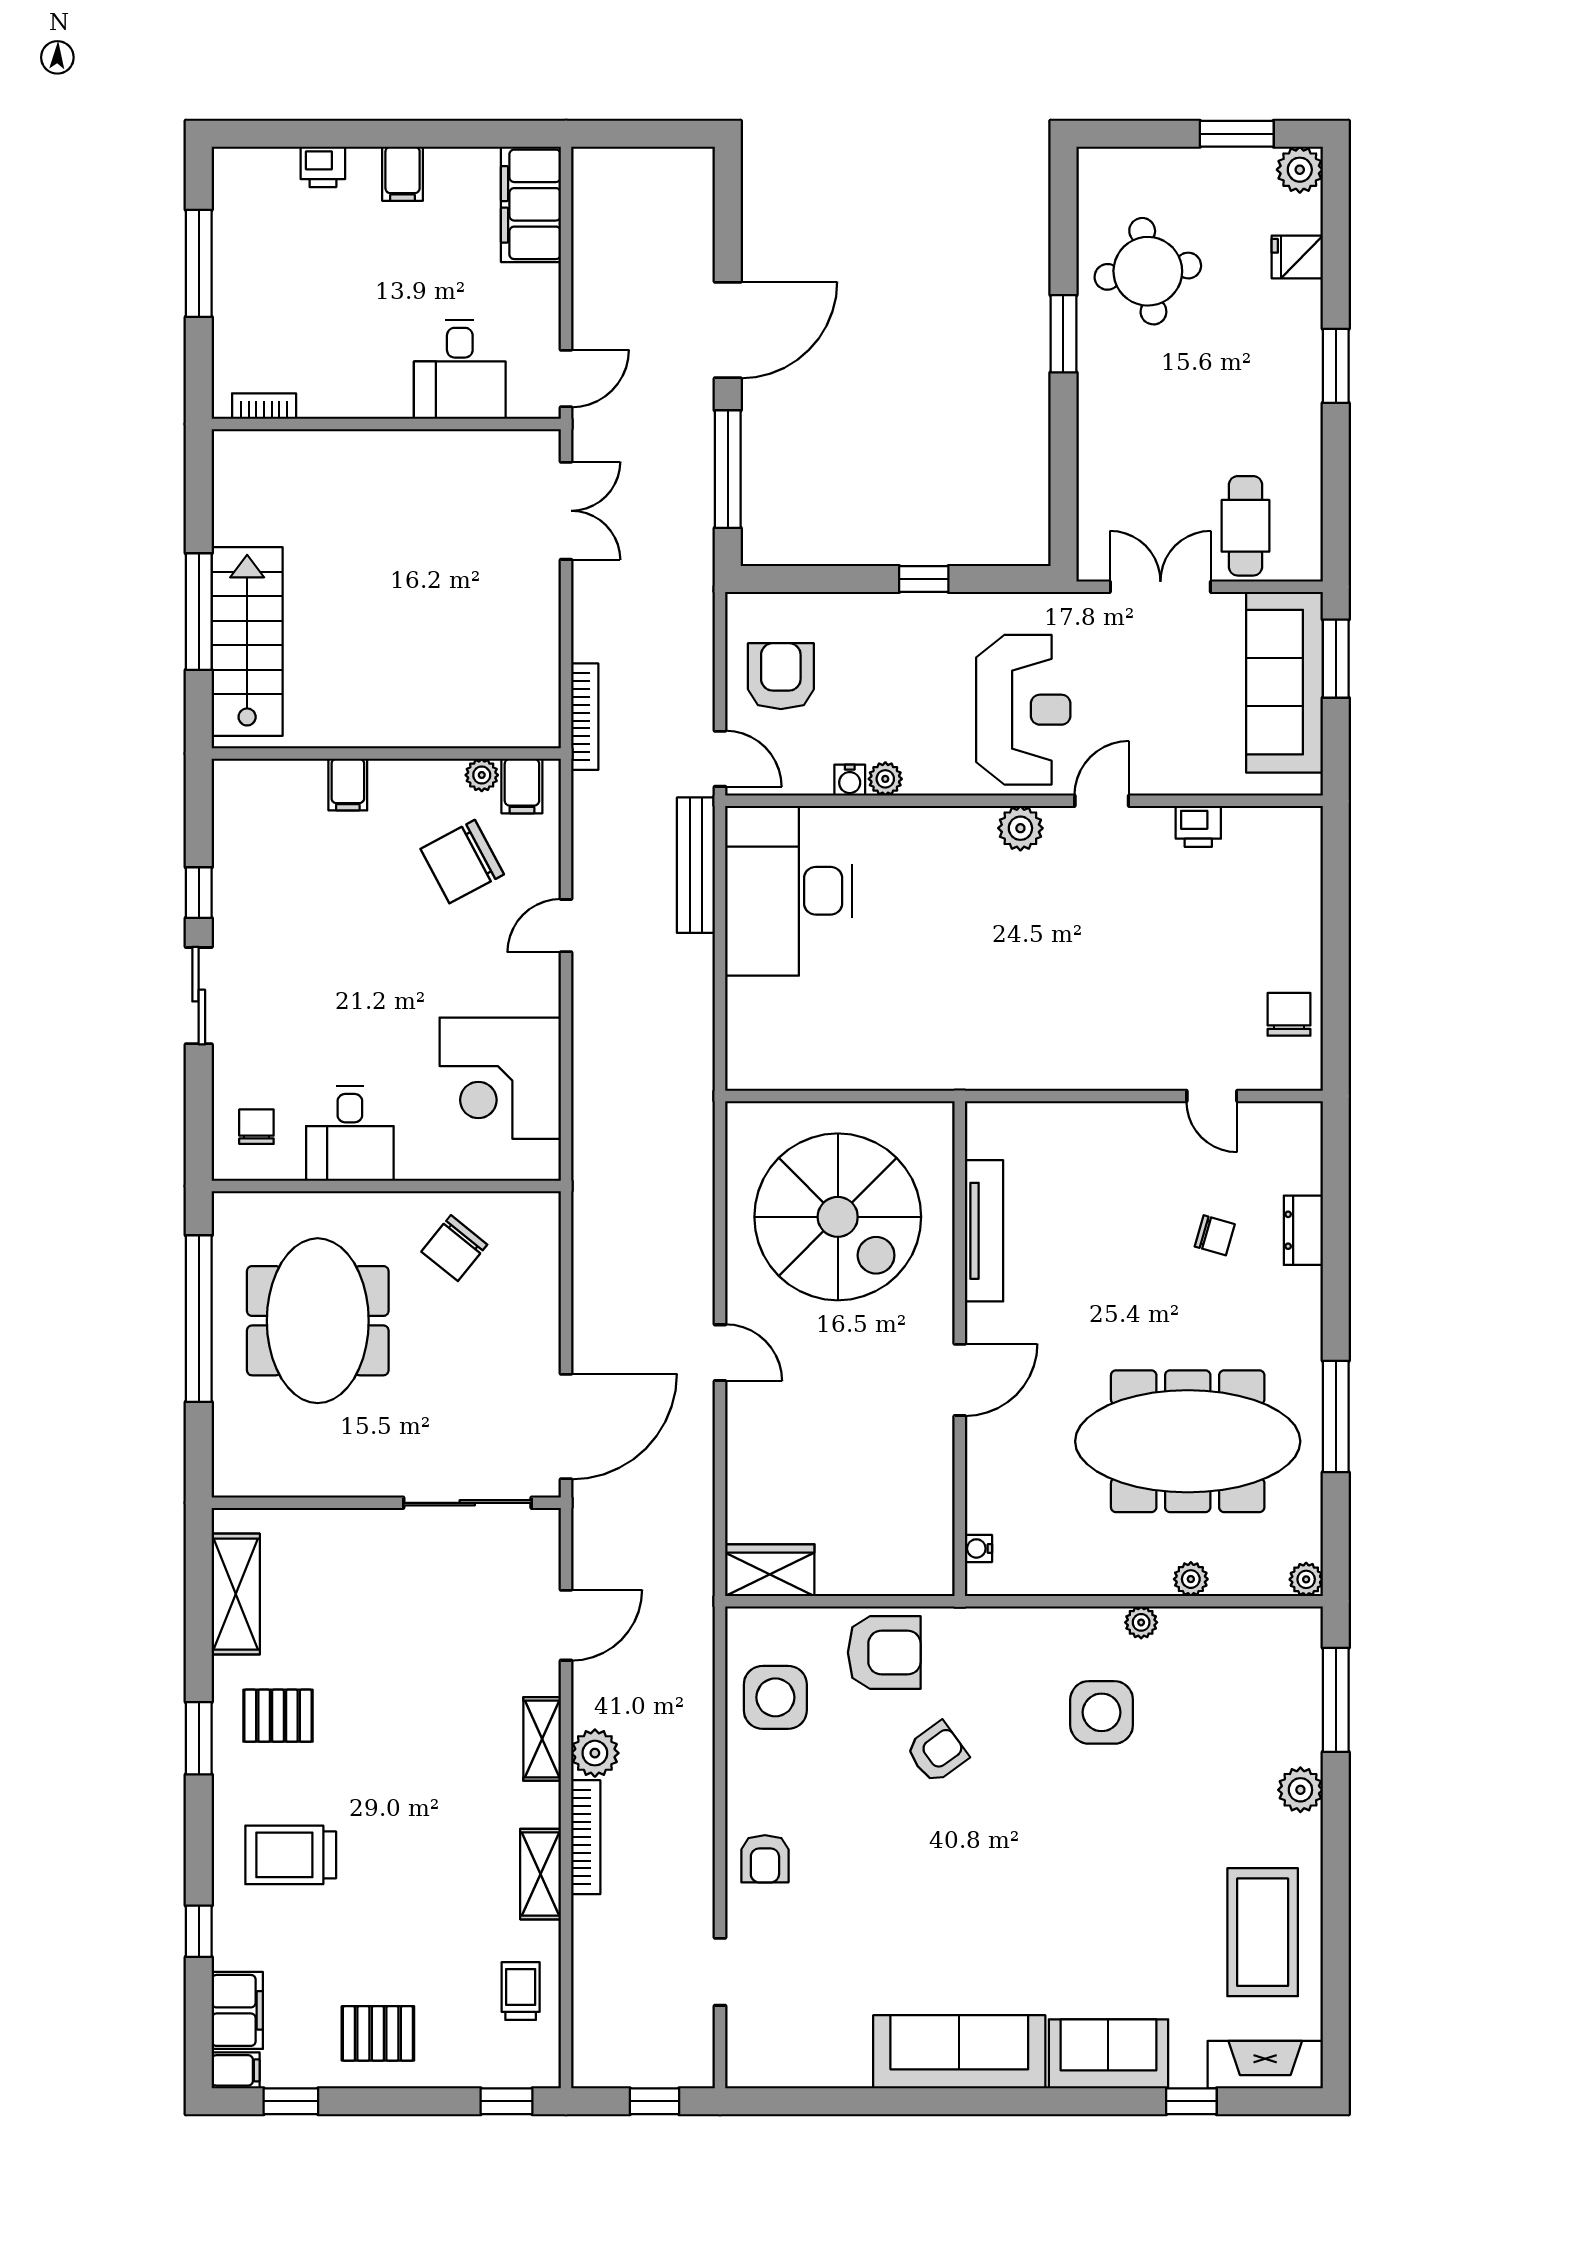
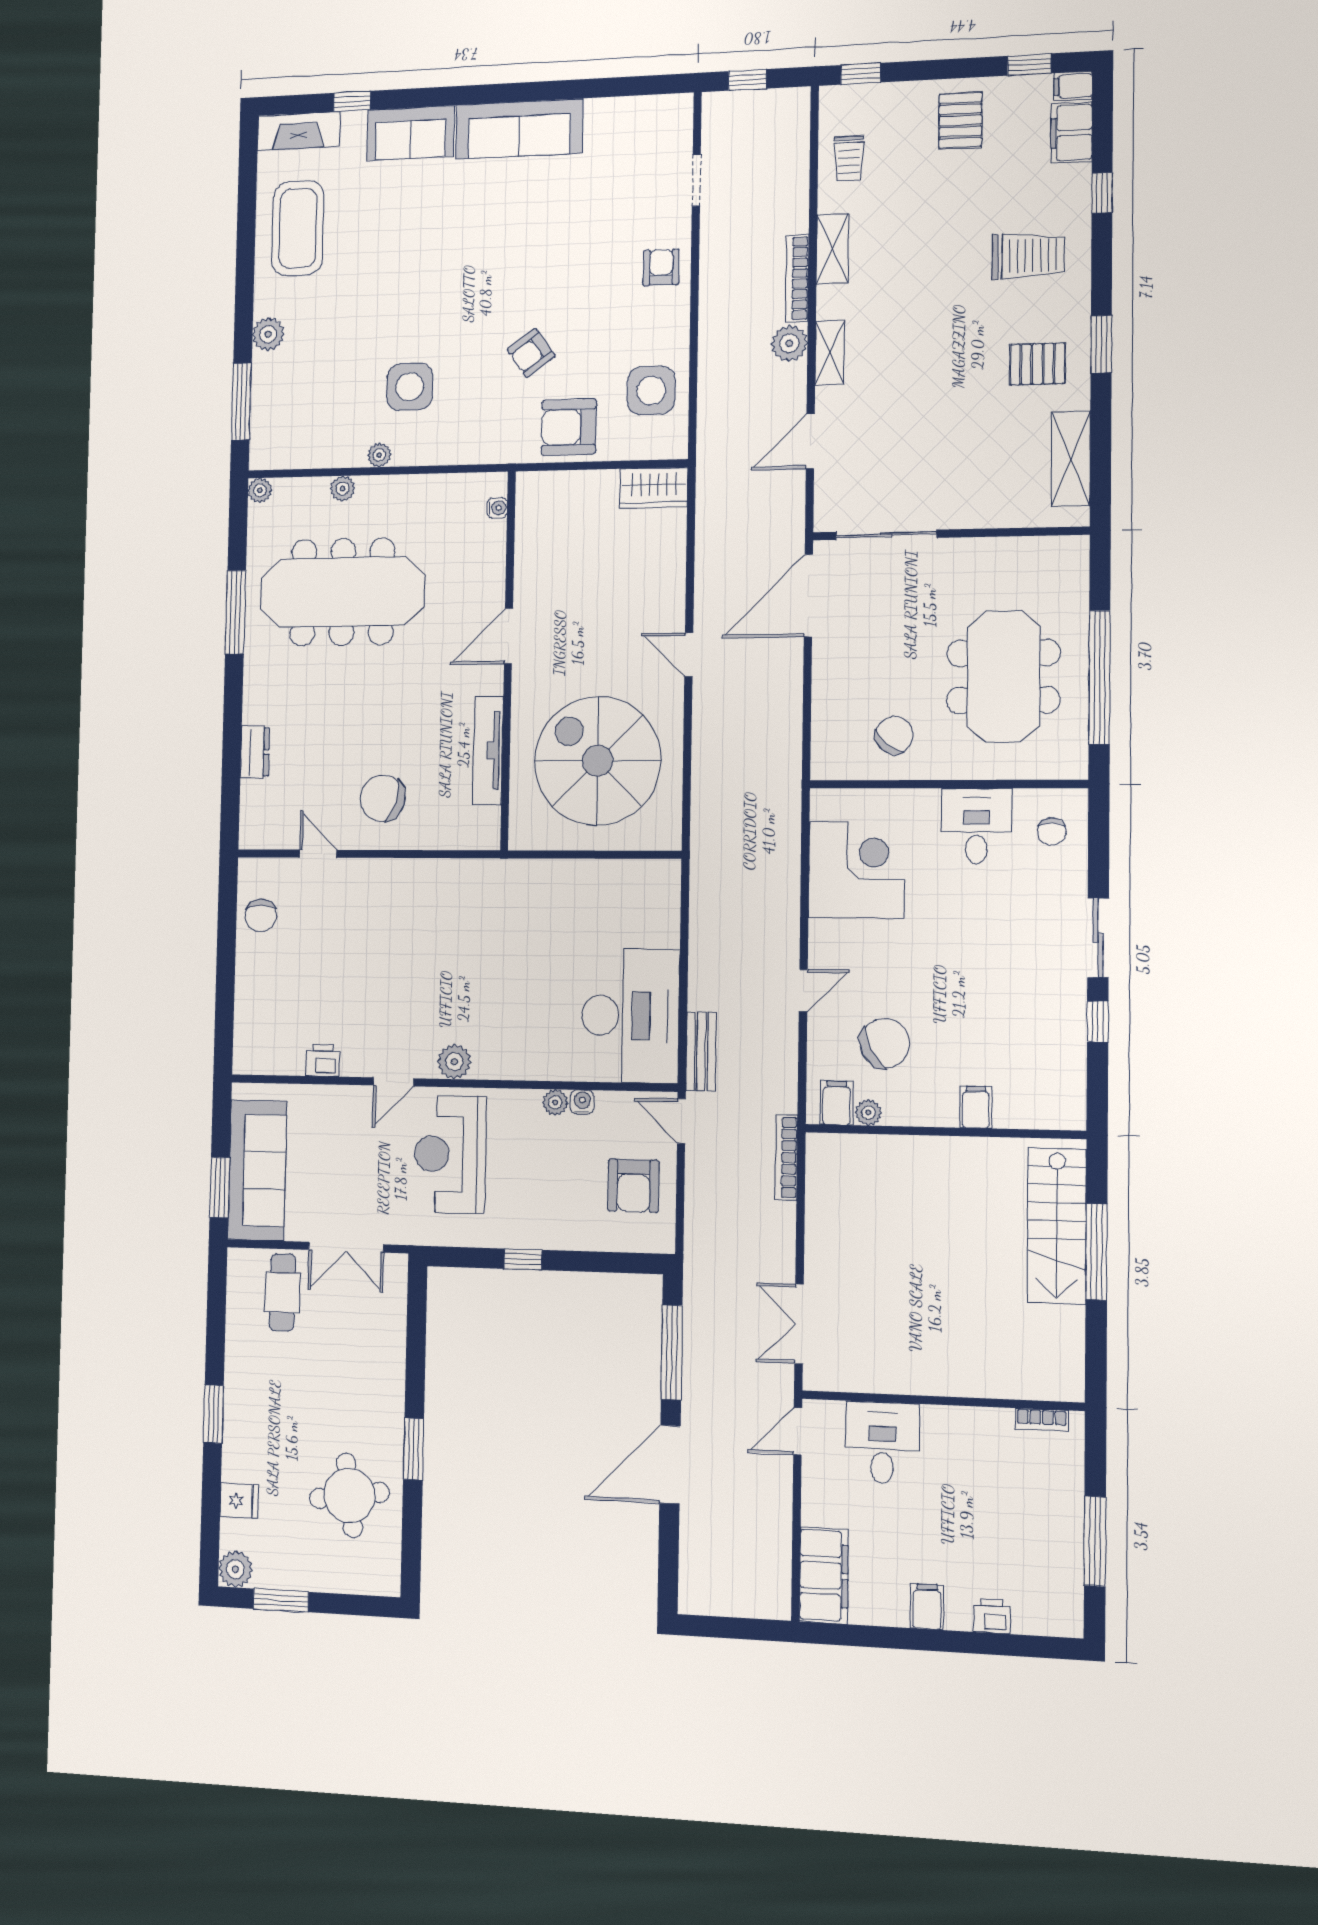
bench: (696, 865) -> (701, 1051), width x0.73
chair: (1215, 1235) -> (383, 798), moved, width x1.87, depth x1.87
pallet: (378, 2033) -> (960, 120), turned 90

